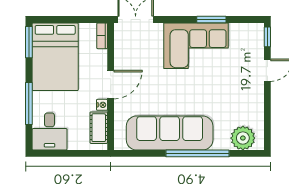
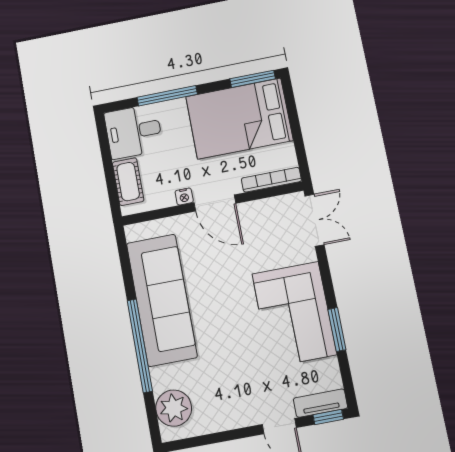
bookcase: (102, 36) -> (271, 180), width x1.56
tv unit: (257, 40) -> (320, 403), added
cot: (99, 128) -> (128, 182), moved, turned 90

